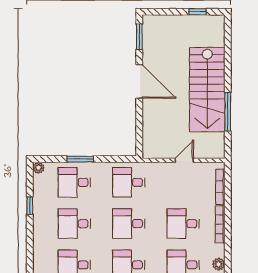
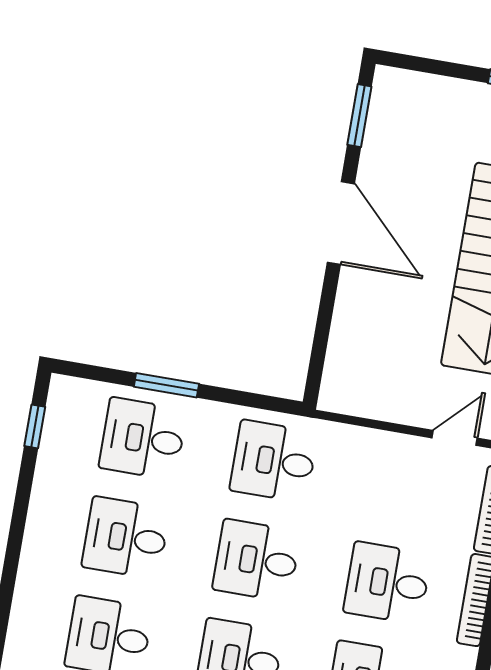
door: (184, 160) -> (455, 438), moved
plant: (39, 168) -> (63, 389), removed
window: (30, 206) -> (35, 426), moved

